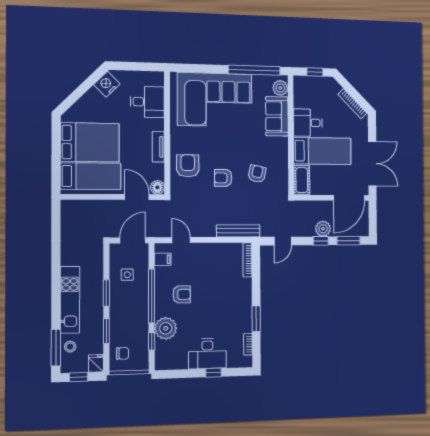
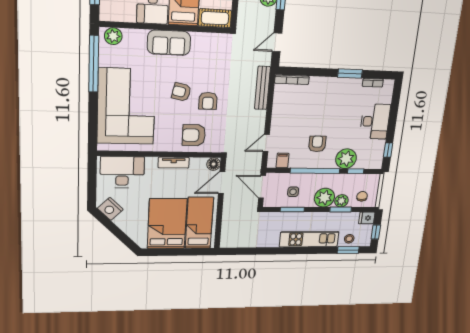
desk: (147, 102) -> (122, 172), width x1.37
sofa: (277, 116) -> (169, 43), moved
armchair: (257, 174) -> (181, 92), moved
door: (283, 241) -> (277, 42), swing flipped
window: (106, 293) -> (292, 210), moved
plant: (121, 311) -> (324, 198), added
plant: (117, 330) -> (341, 201), added
window: (56, 348) -> (348, 250), width x0.69
window: (213, 373) -> (388, 150), moved

